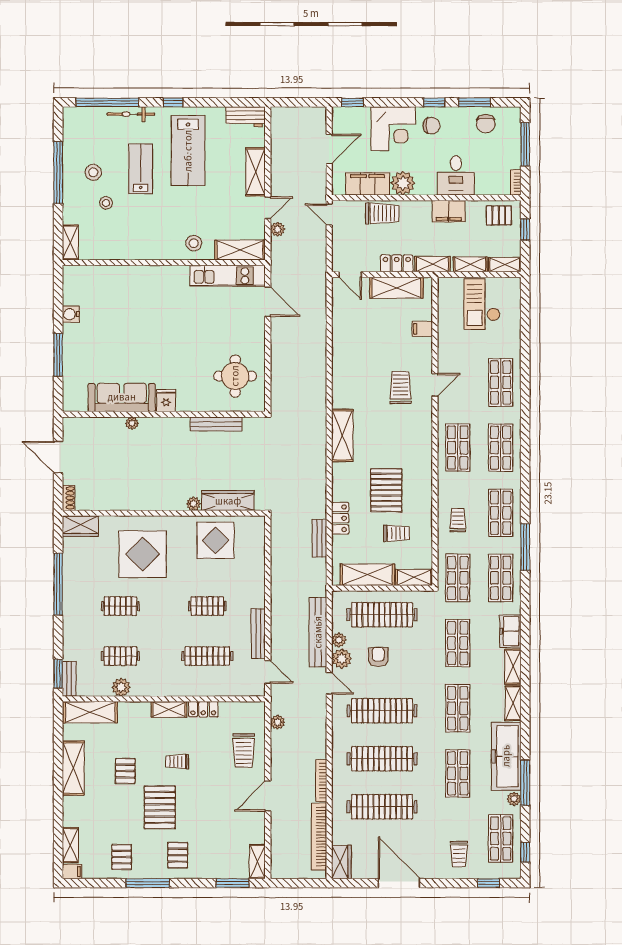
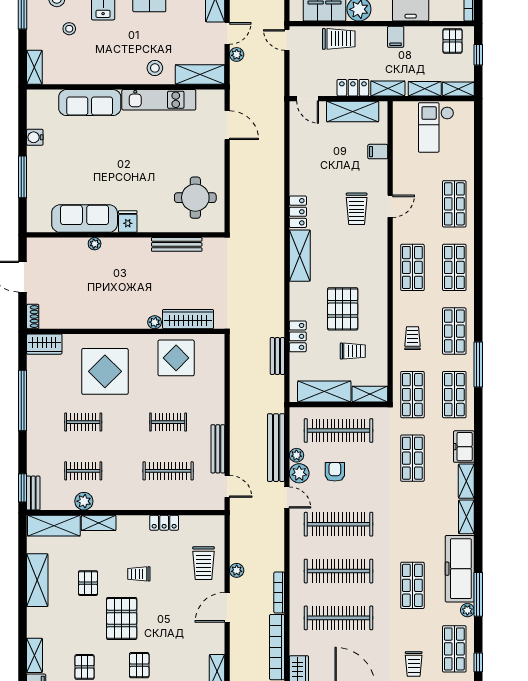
filing cabinet: (449, 211) -> (396, 37), width x0.50
pallet: (499, 215) -> (452, 41), turned 90
kitchen unit: (228, 276) -> (159, 100), moved
sofa: (127, 279) -> (90, 103), added
trolley: (400, 387) -> (357, 209), turned 180
locker: (340, 391) -> (298, 212), added
shop shelf: (458, 708) -> (412, 522), removed
shelving: (169, 709) -> (99, 523), moved
plant: (278, 722) -> (237, 570), moved

